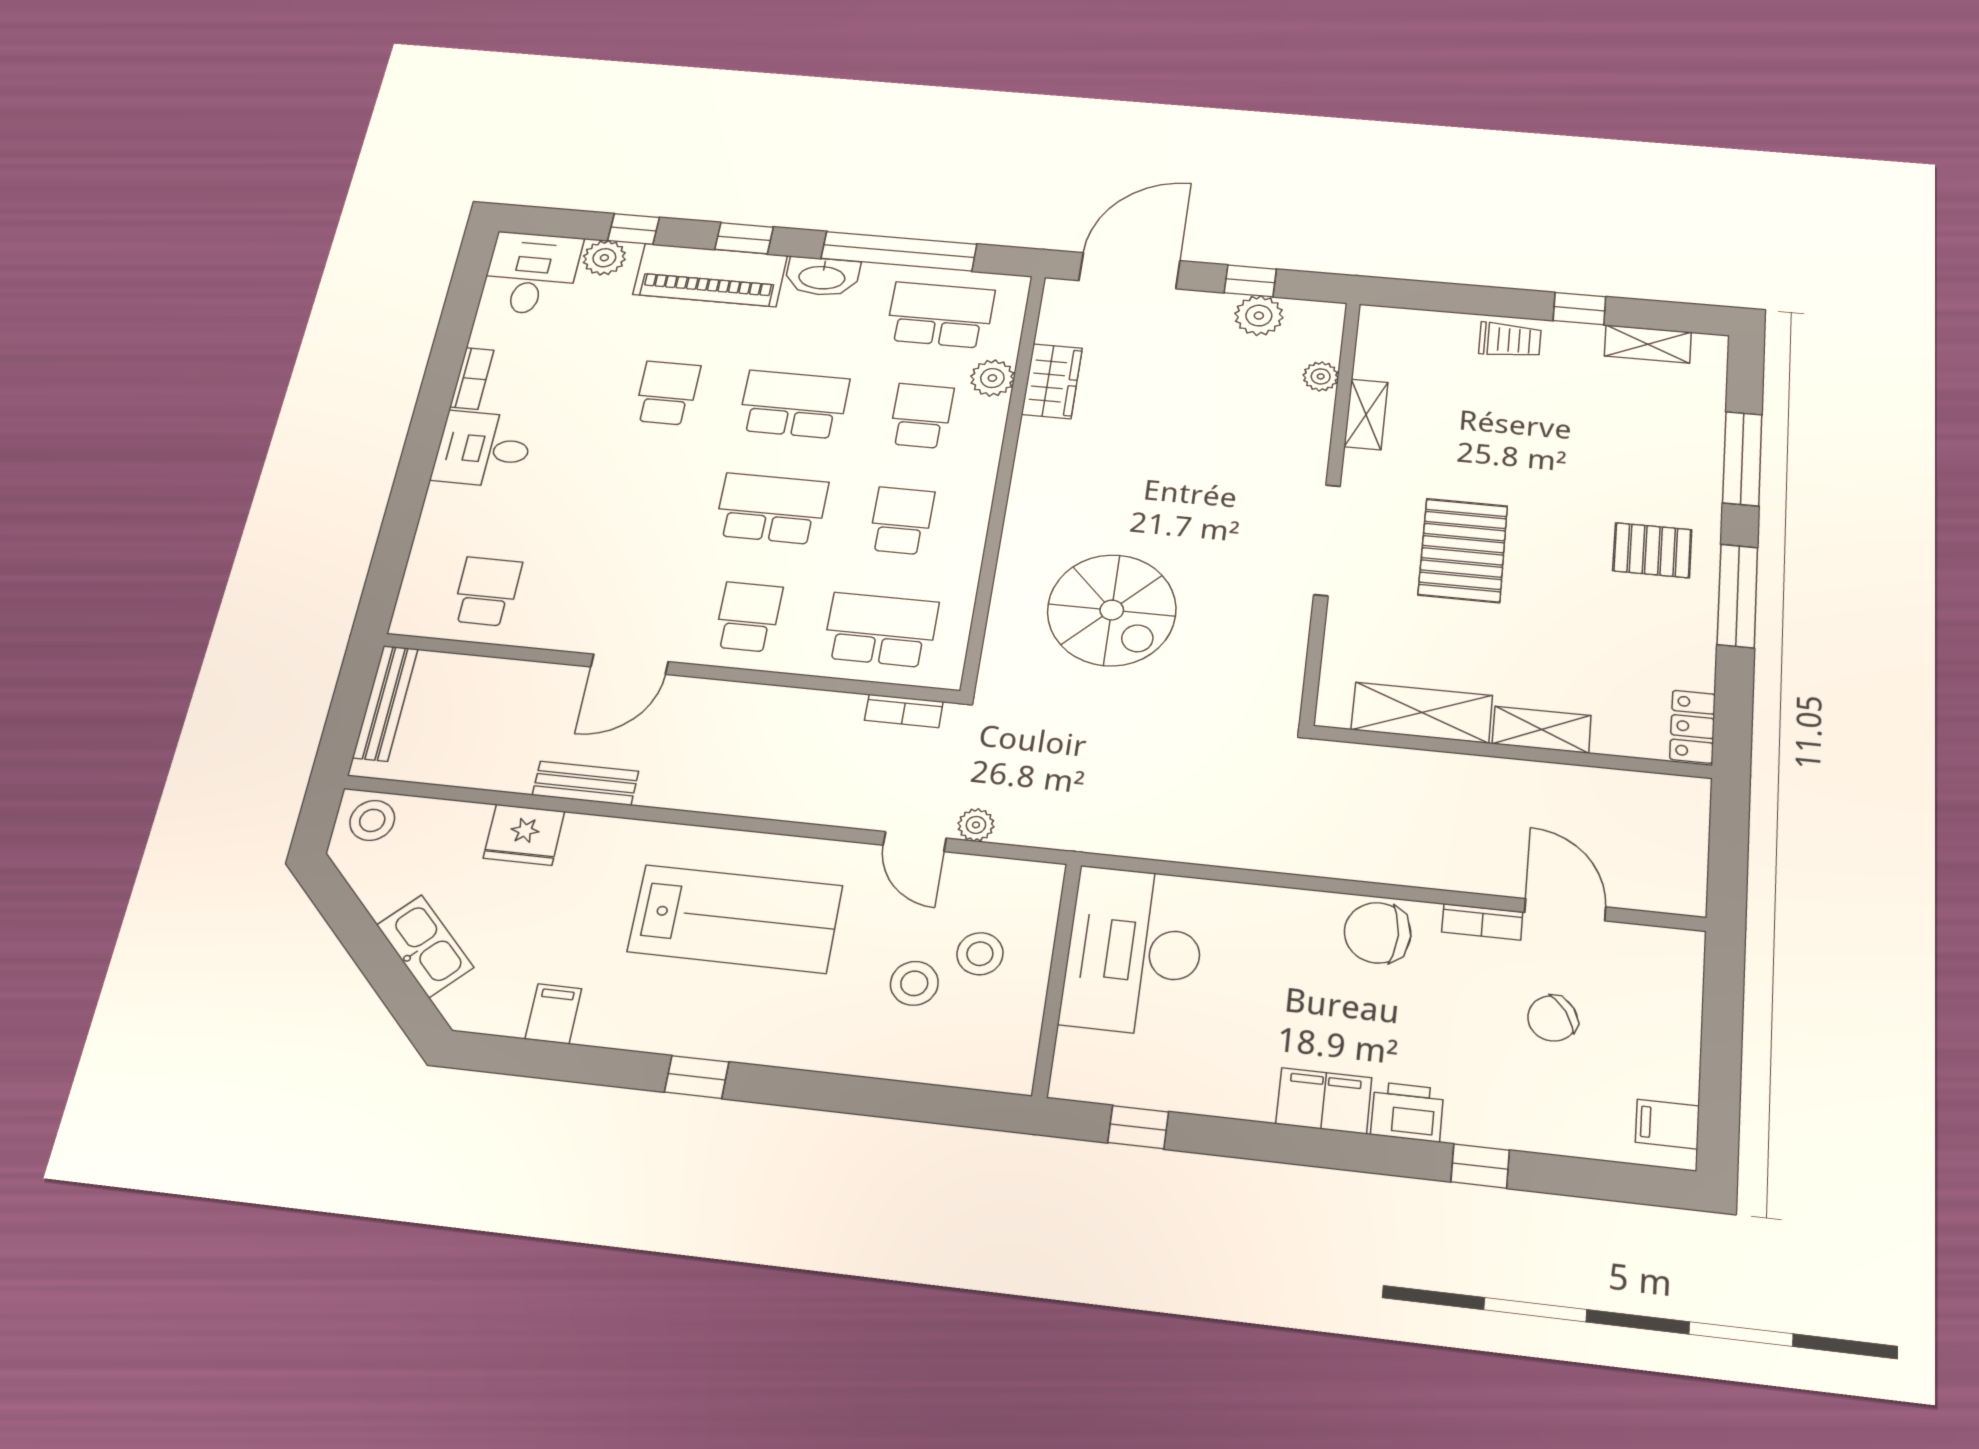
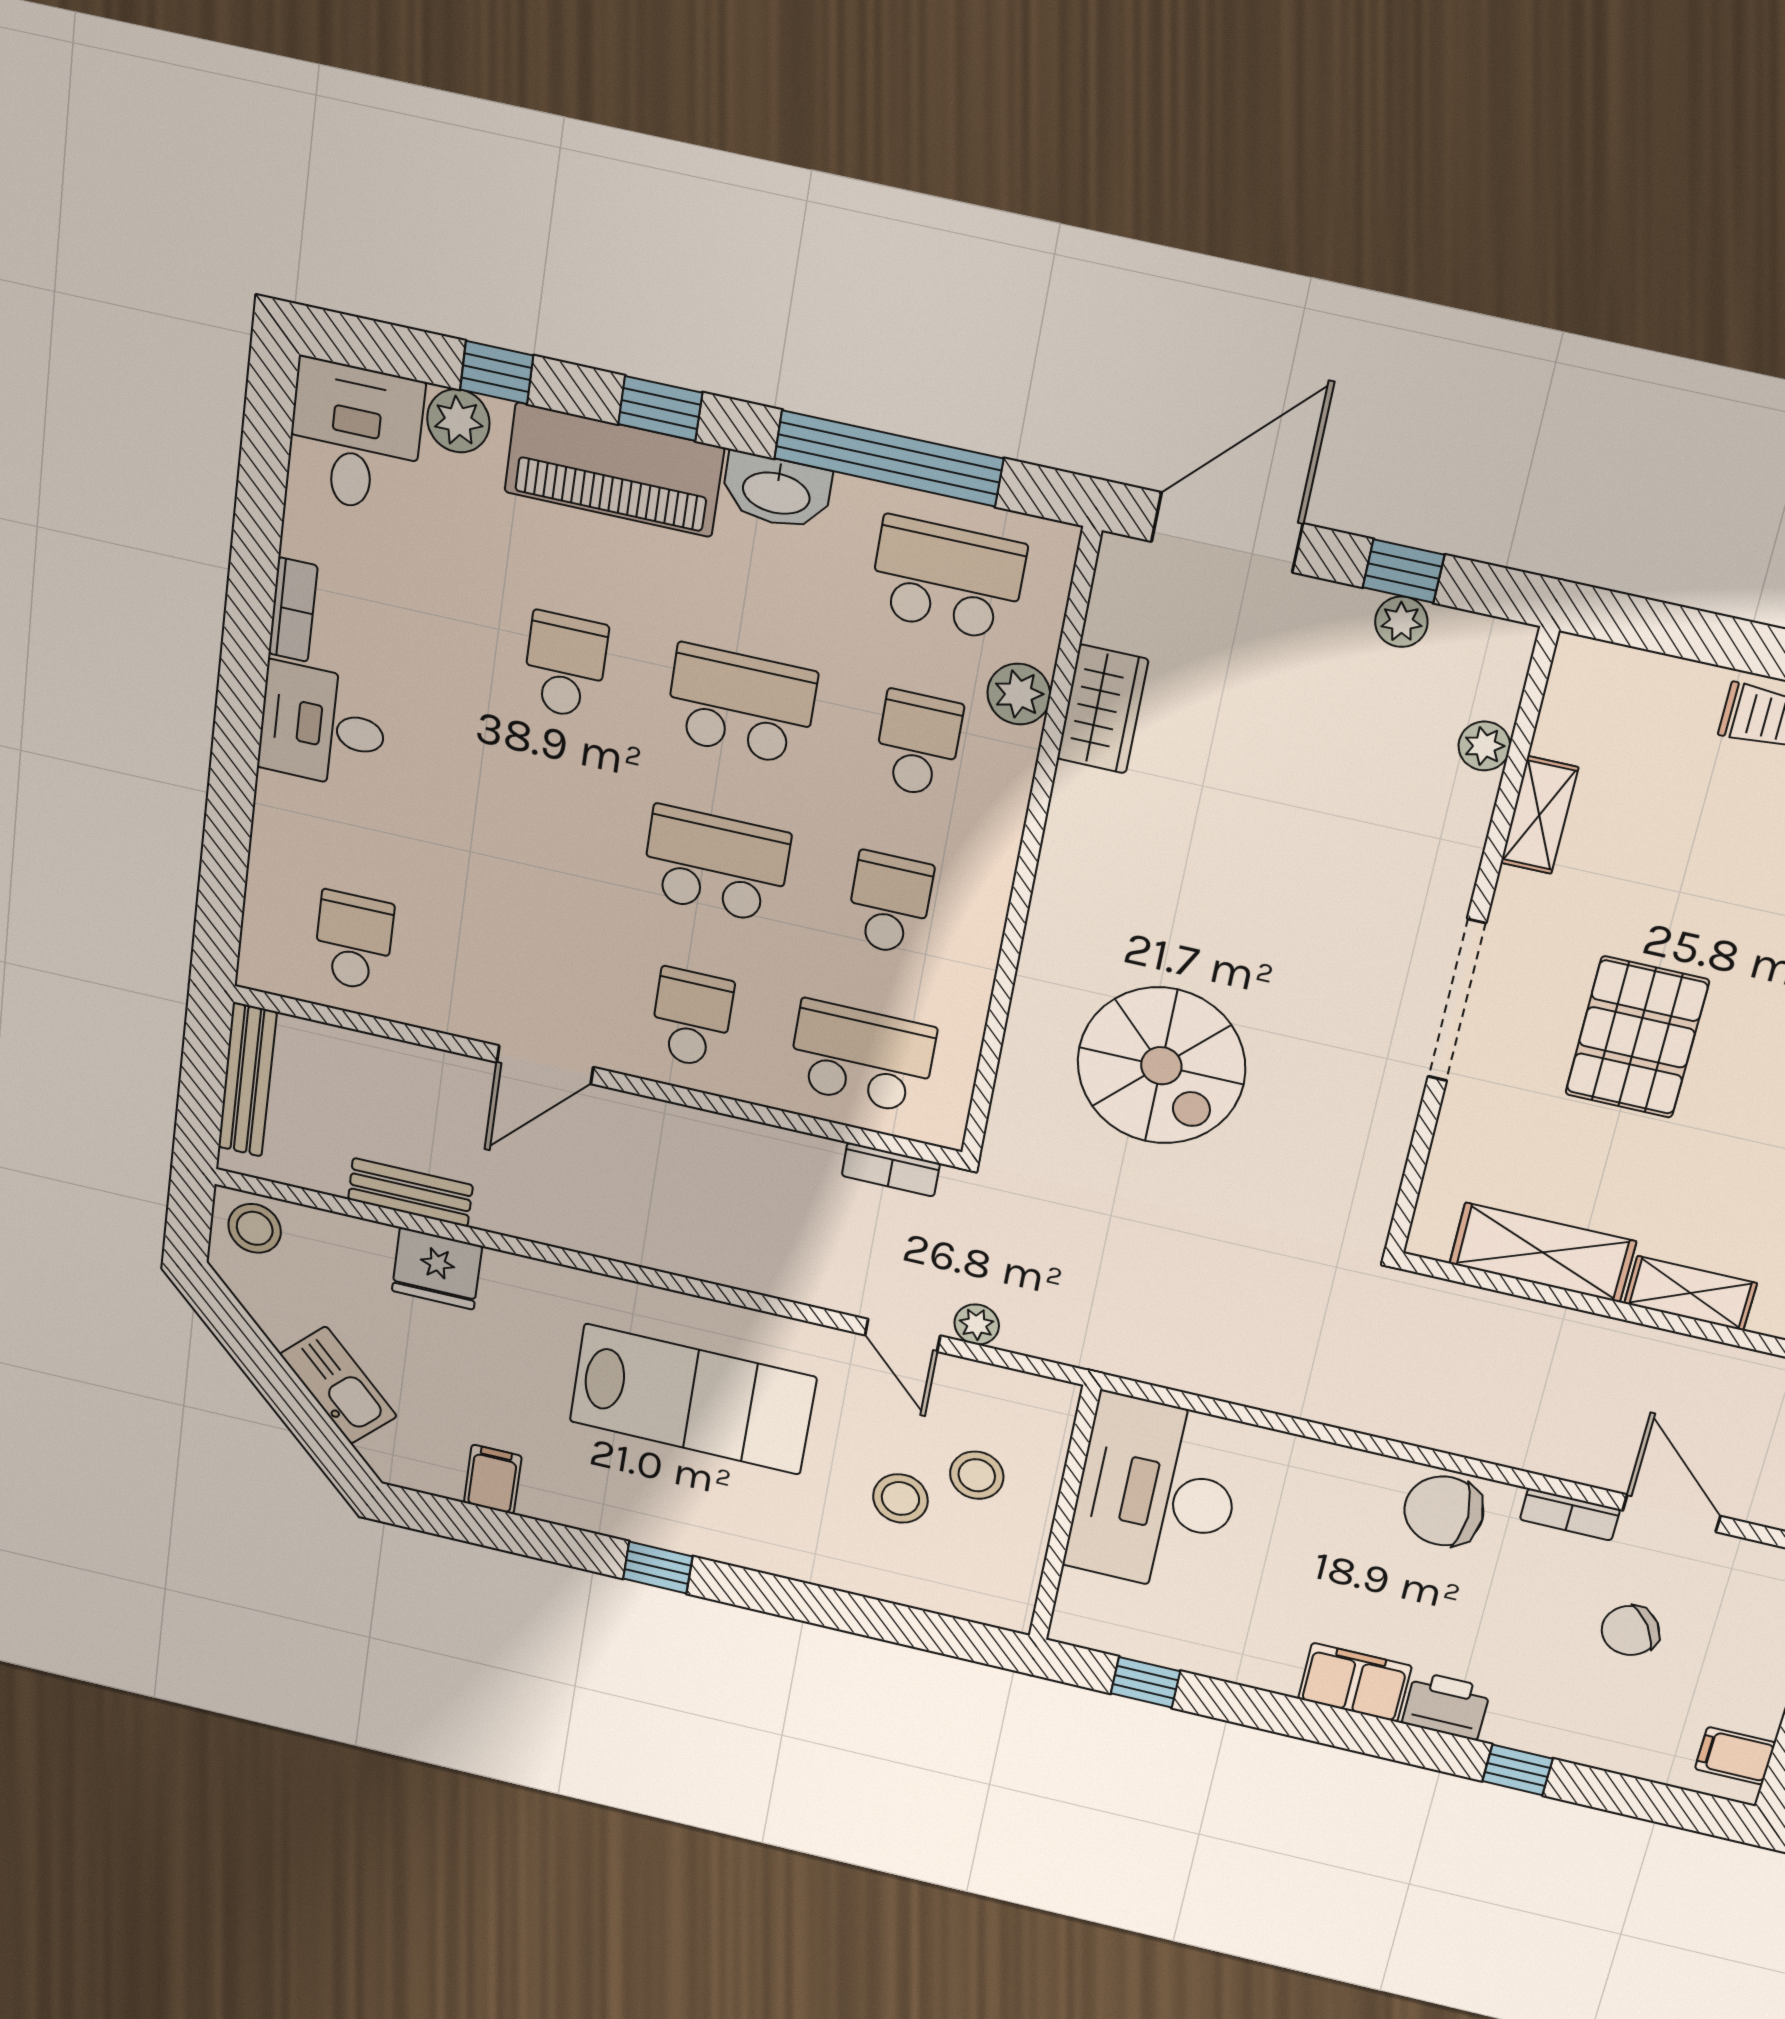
plant: (1259, 316) -> (1401, 622), width x0.73, depth x0.73
bench: (585, 783) -> (410, 1192), moved

